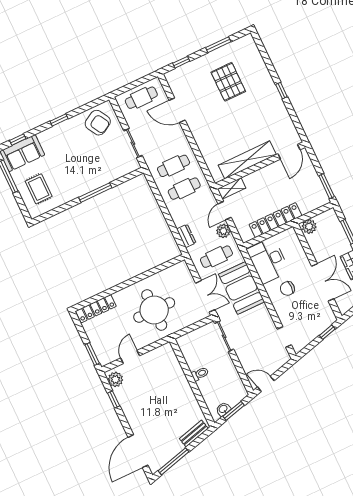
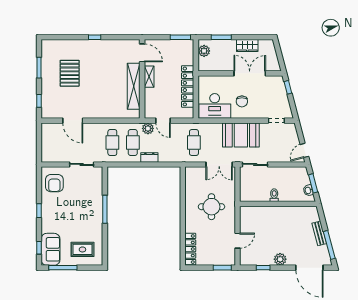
pallet: (228, 82) -> (70, 73), turned 90
cafe table: (141, 98) -> (51, 143), removed
door: (177, 110) -> (73, 121), hinge flipped
armchair: (98, 123) -> (54, 183), turned 120
shelving: (232, 188) -> (149, 77), moved
plant: (309, 227) -> (204, 51), moved
plant: (223, 231) -> (148, 128), moved
dresser: (186, 236) -> (149, 157), moved
booth: (242, 288) -> (241, 135), moved
double door: (205, 296) -> (219, 164), swing flipped
round table: (154, 310) -> (211, 207), width x0.73, depth x0.73
door: (130, 357) -> (238, 241), swing flipped
plant: (115, 379) -> (280, 259), moved
bench: (194, 434) -> (319, 233), moved

